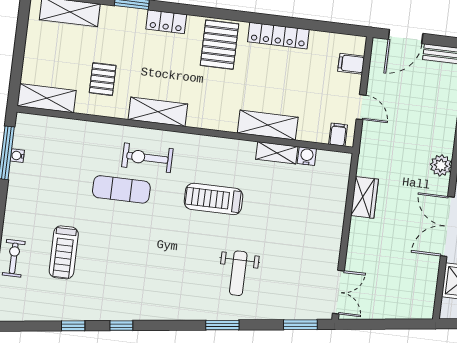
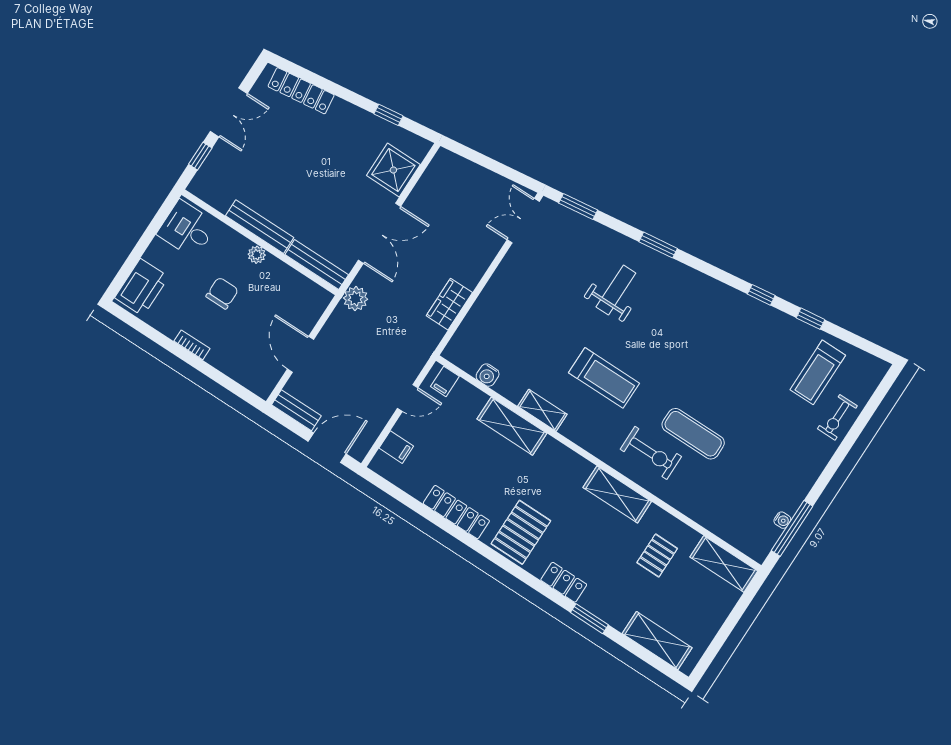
door: (361, 107) -> (408, 398), swing flipped
shelving: (277, 153) -> (542, 410), moved
treadmill: (64, 252) -> (818, 372), moved, turned 180

